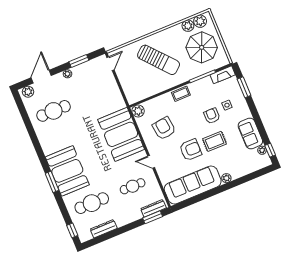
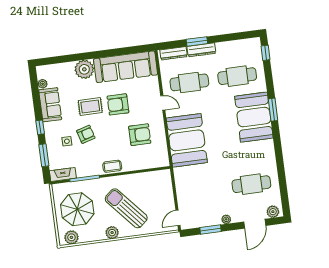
plant: (188, 26) -> (112, 233), moved
plant: (138, 111) -> (162, 160), removed
armchair: (212, 116) -> (86, 134), turned -106
armchair: (164, 128) -> (140, 135), turned -83
window: (270, 150) -> (40, 127), moved
plant: (226, 178) -> (84, 69), width x1.87, depth x1.87
cafe table: (133, 186) -> (189, 82), width x1.37, depth x1.35
window: (153, 217) -> (197, 41), moved
dresser: (104, 229) -> (201, 50), moved

